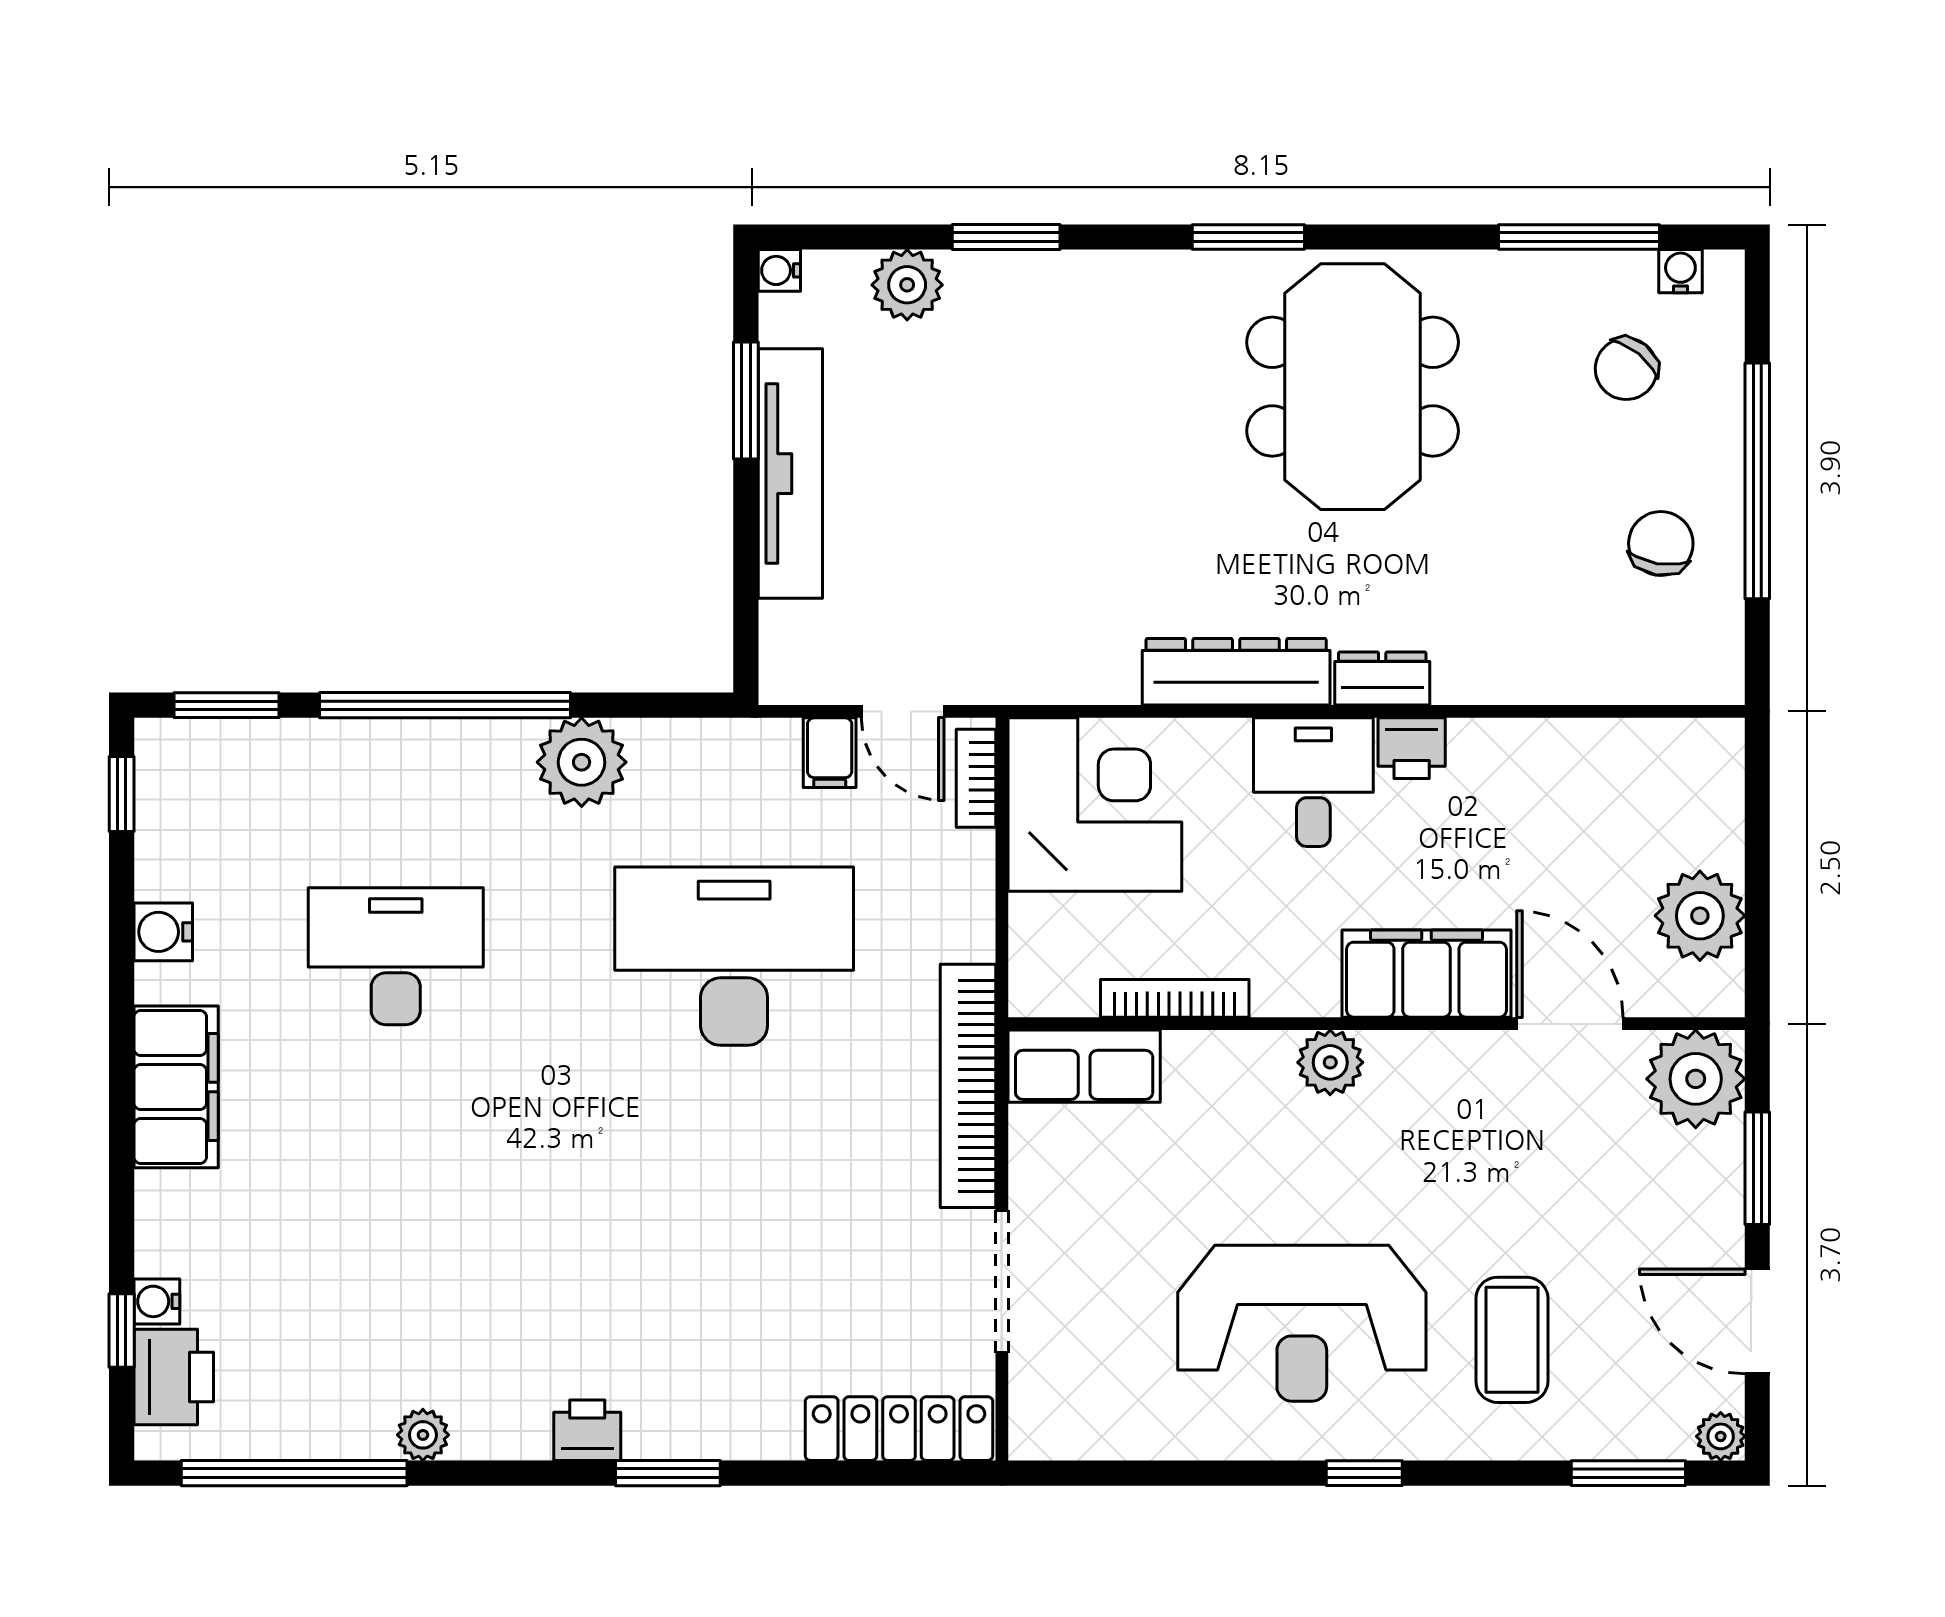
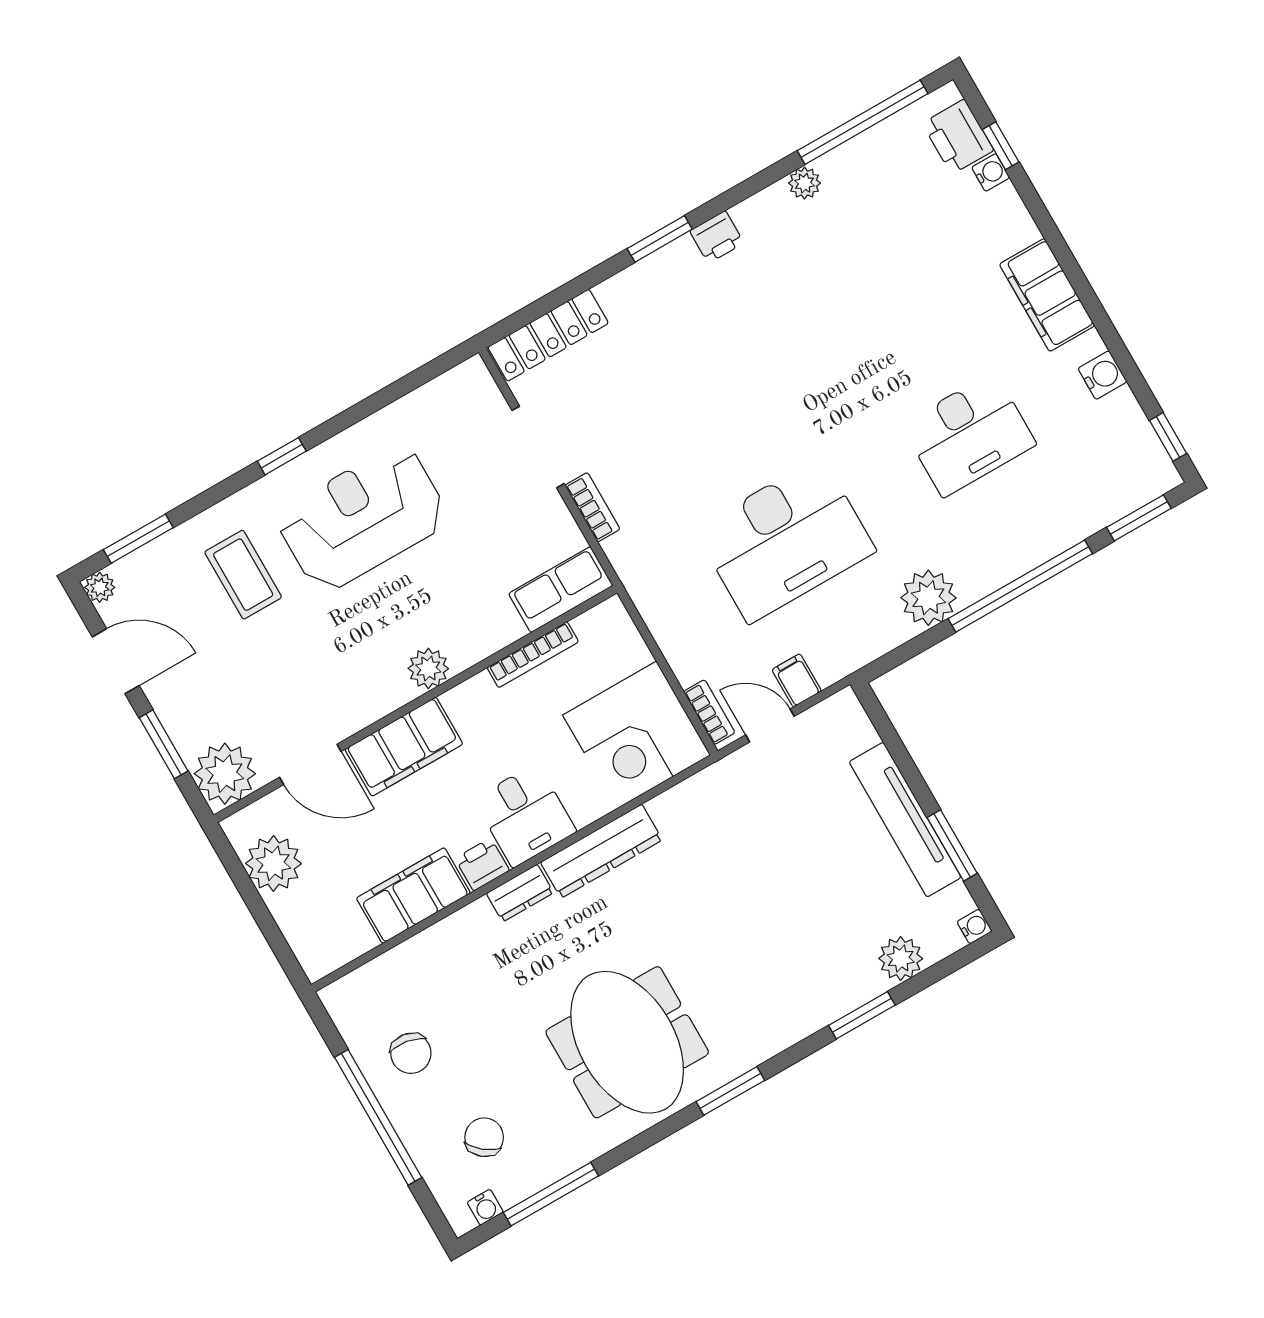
filing cabinet: (1532, 760) -> (413, 896), added
bookcase: (968, 1086) -> (592, 507), width x0.43, depth x0.76

